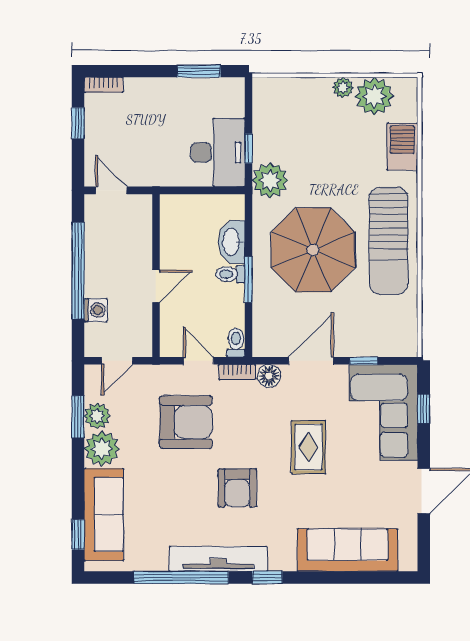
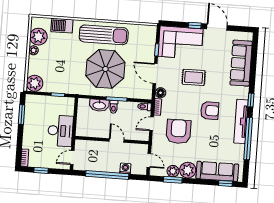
desk: (218, 152) -> (60, 131), moved, turned 90
plant: (270, 180) -> (35, 83), moved
window: (424, 409) -> (195, 25), moved

